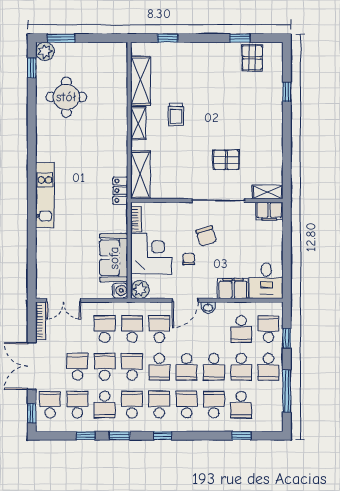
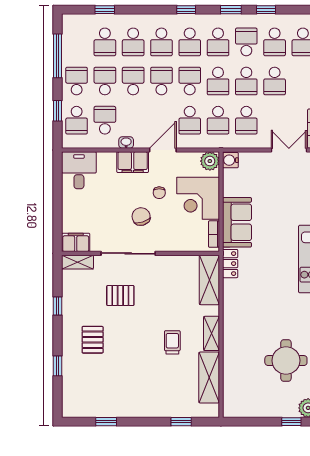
window: (61, 38) -> (291, 422), width x0.67
pallet: (252, 58) -> (93, 340), moved
window: (287, 150) -> (58, 306), added
sofa: (114, 258) -> (237, 222), moved
filing cabinet: (233, 289) -> (133, 162), moved
washbasin: (208, 308) -> (126, 142), moved
school desk: (241, 405) -> (105, 42), turned 180

